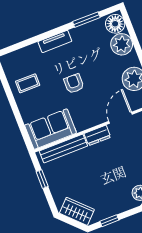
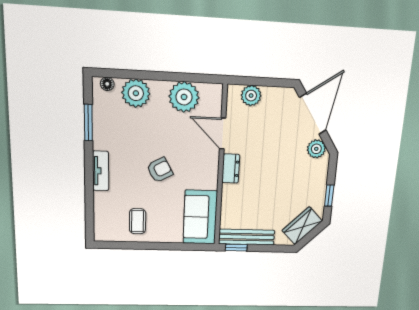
floor lamp: (115, 24) -> (107, 84), width x0.53, depth x0.53
armchair: (74, 84) -> (160, 170), turned 151
bench: (63, 148) -> (247, 237), moved, turned 90
window: (42, 179) -> (236, 248), moved

